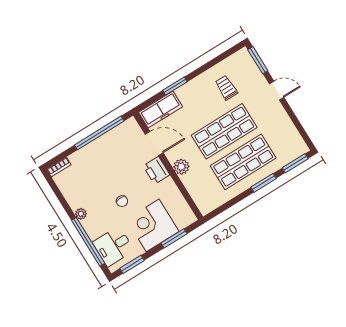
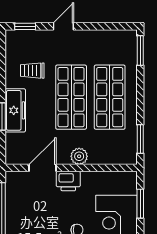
window: (258, 60) -> (25, 26), width x0.67
freezer: (161, 110) -> (15, 110), moved
window: (264, 183) -> (140, 139), moved

